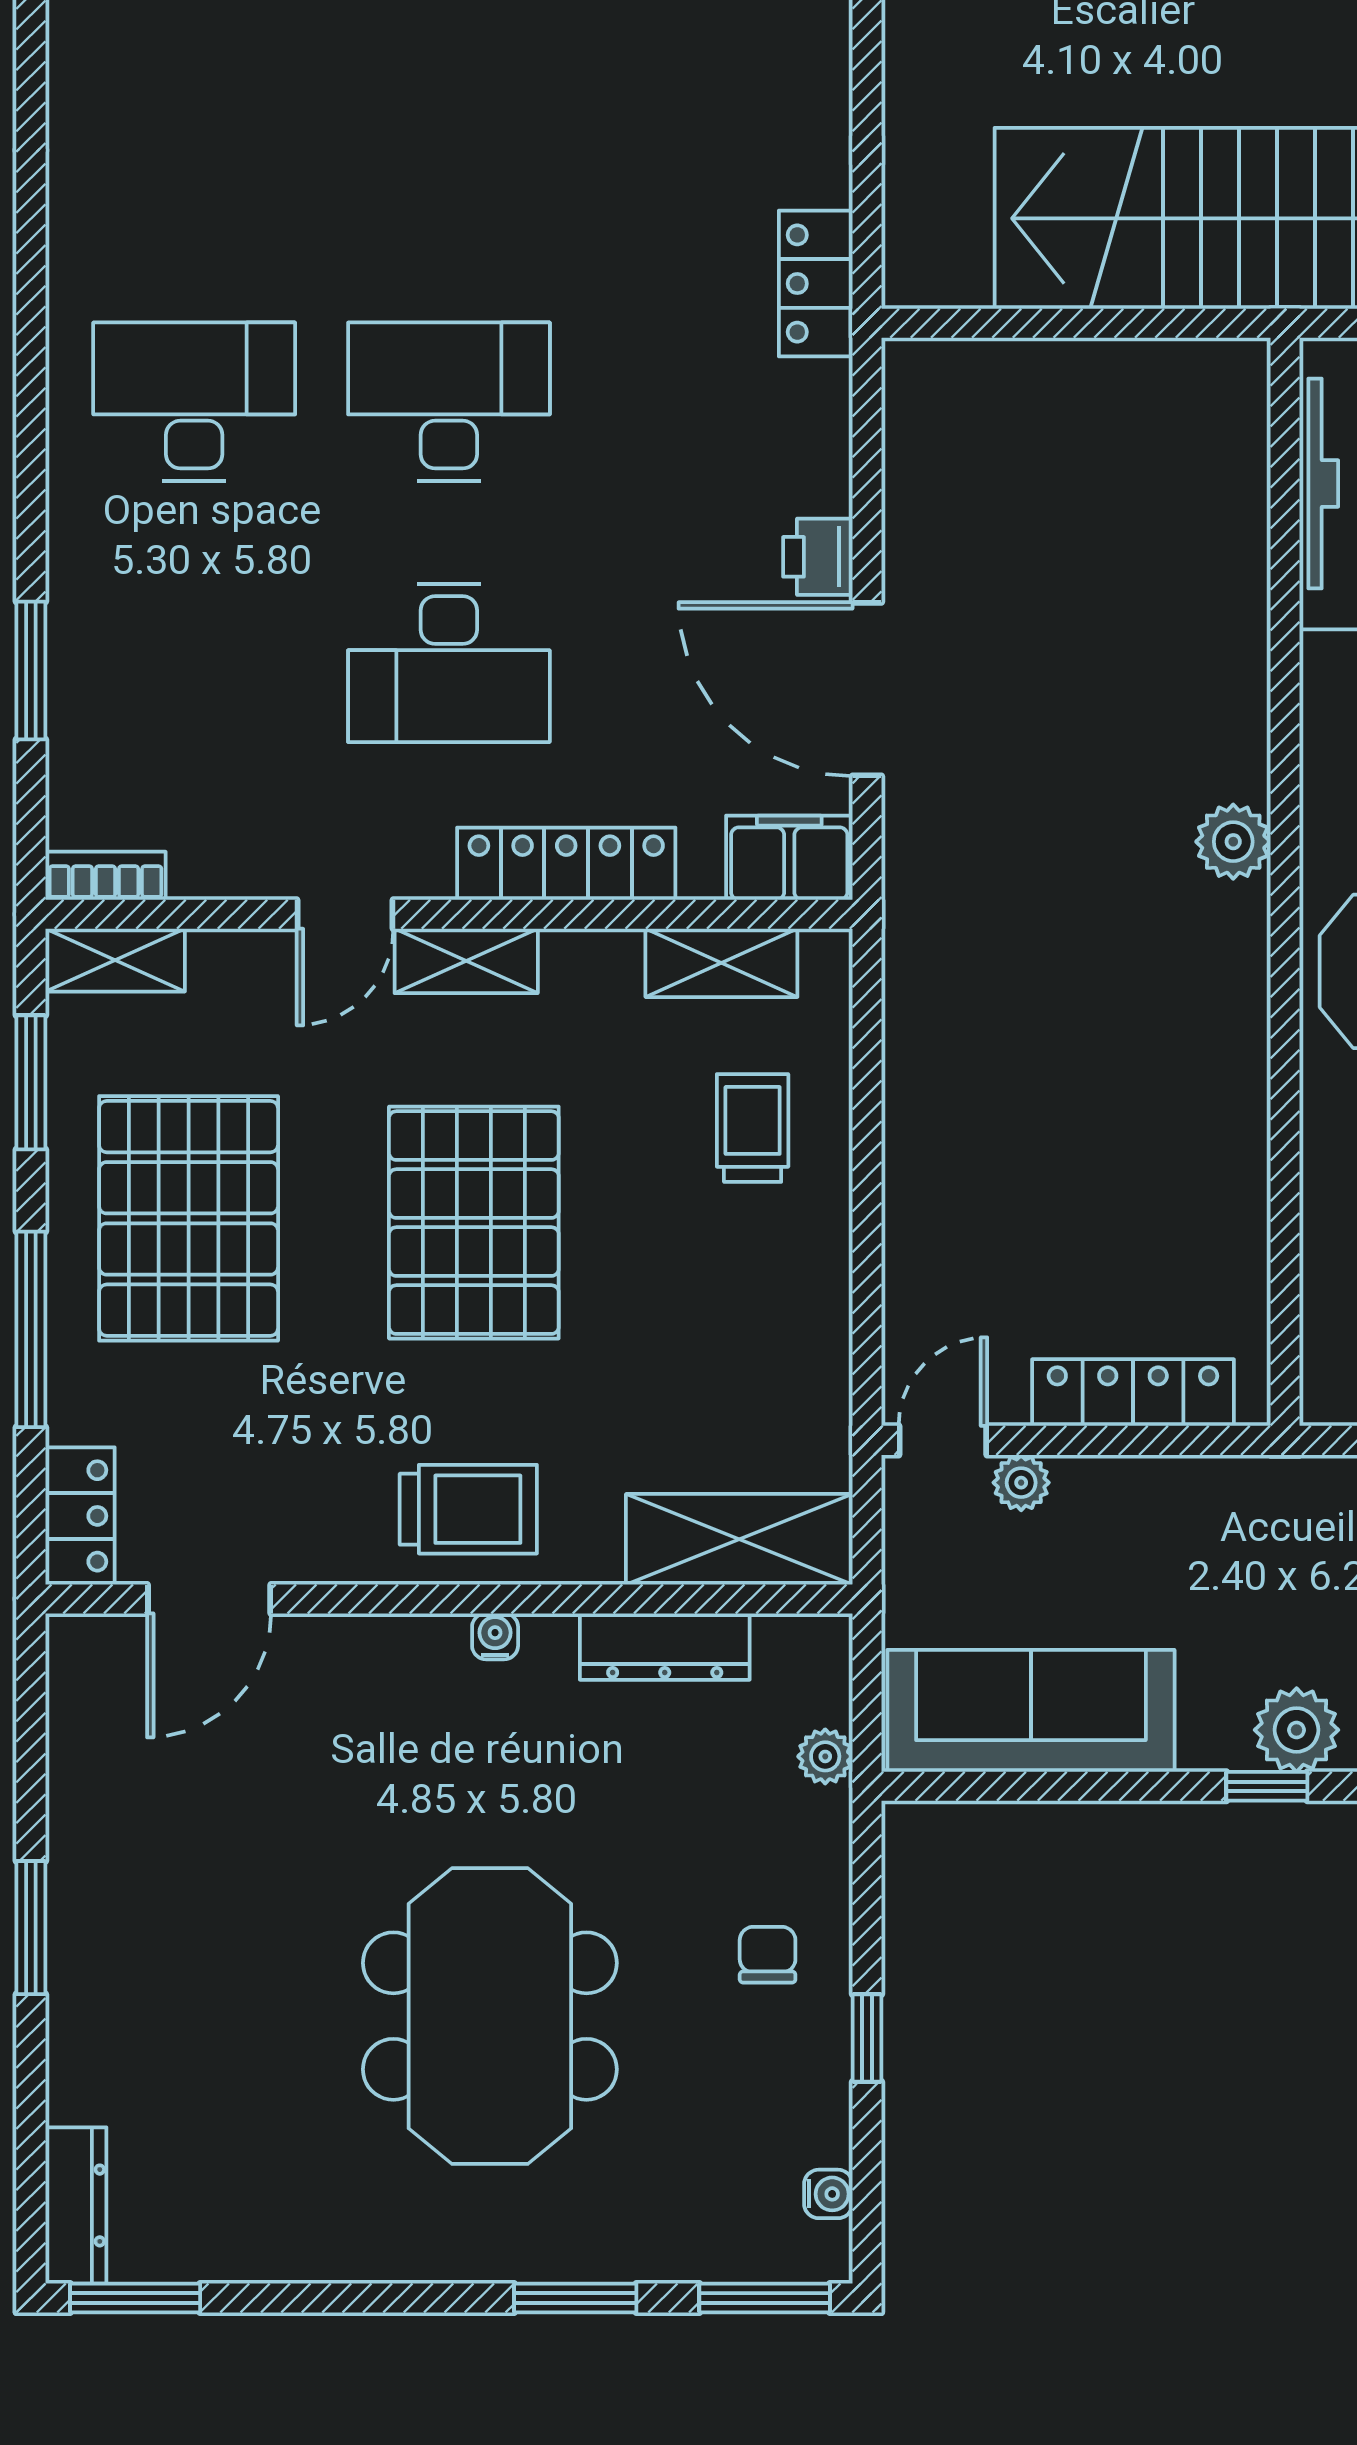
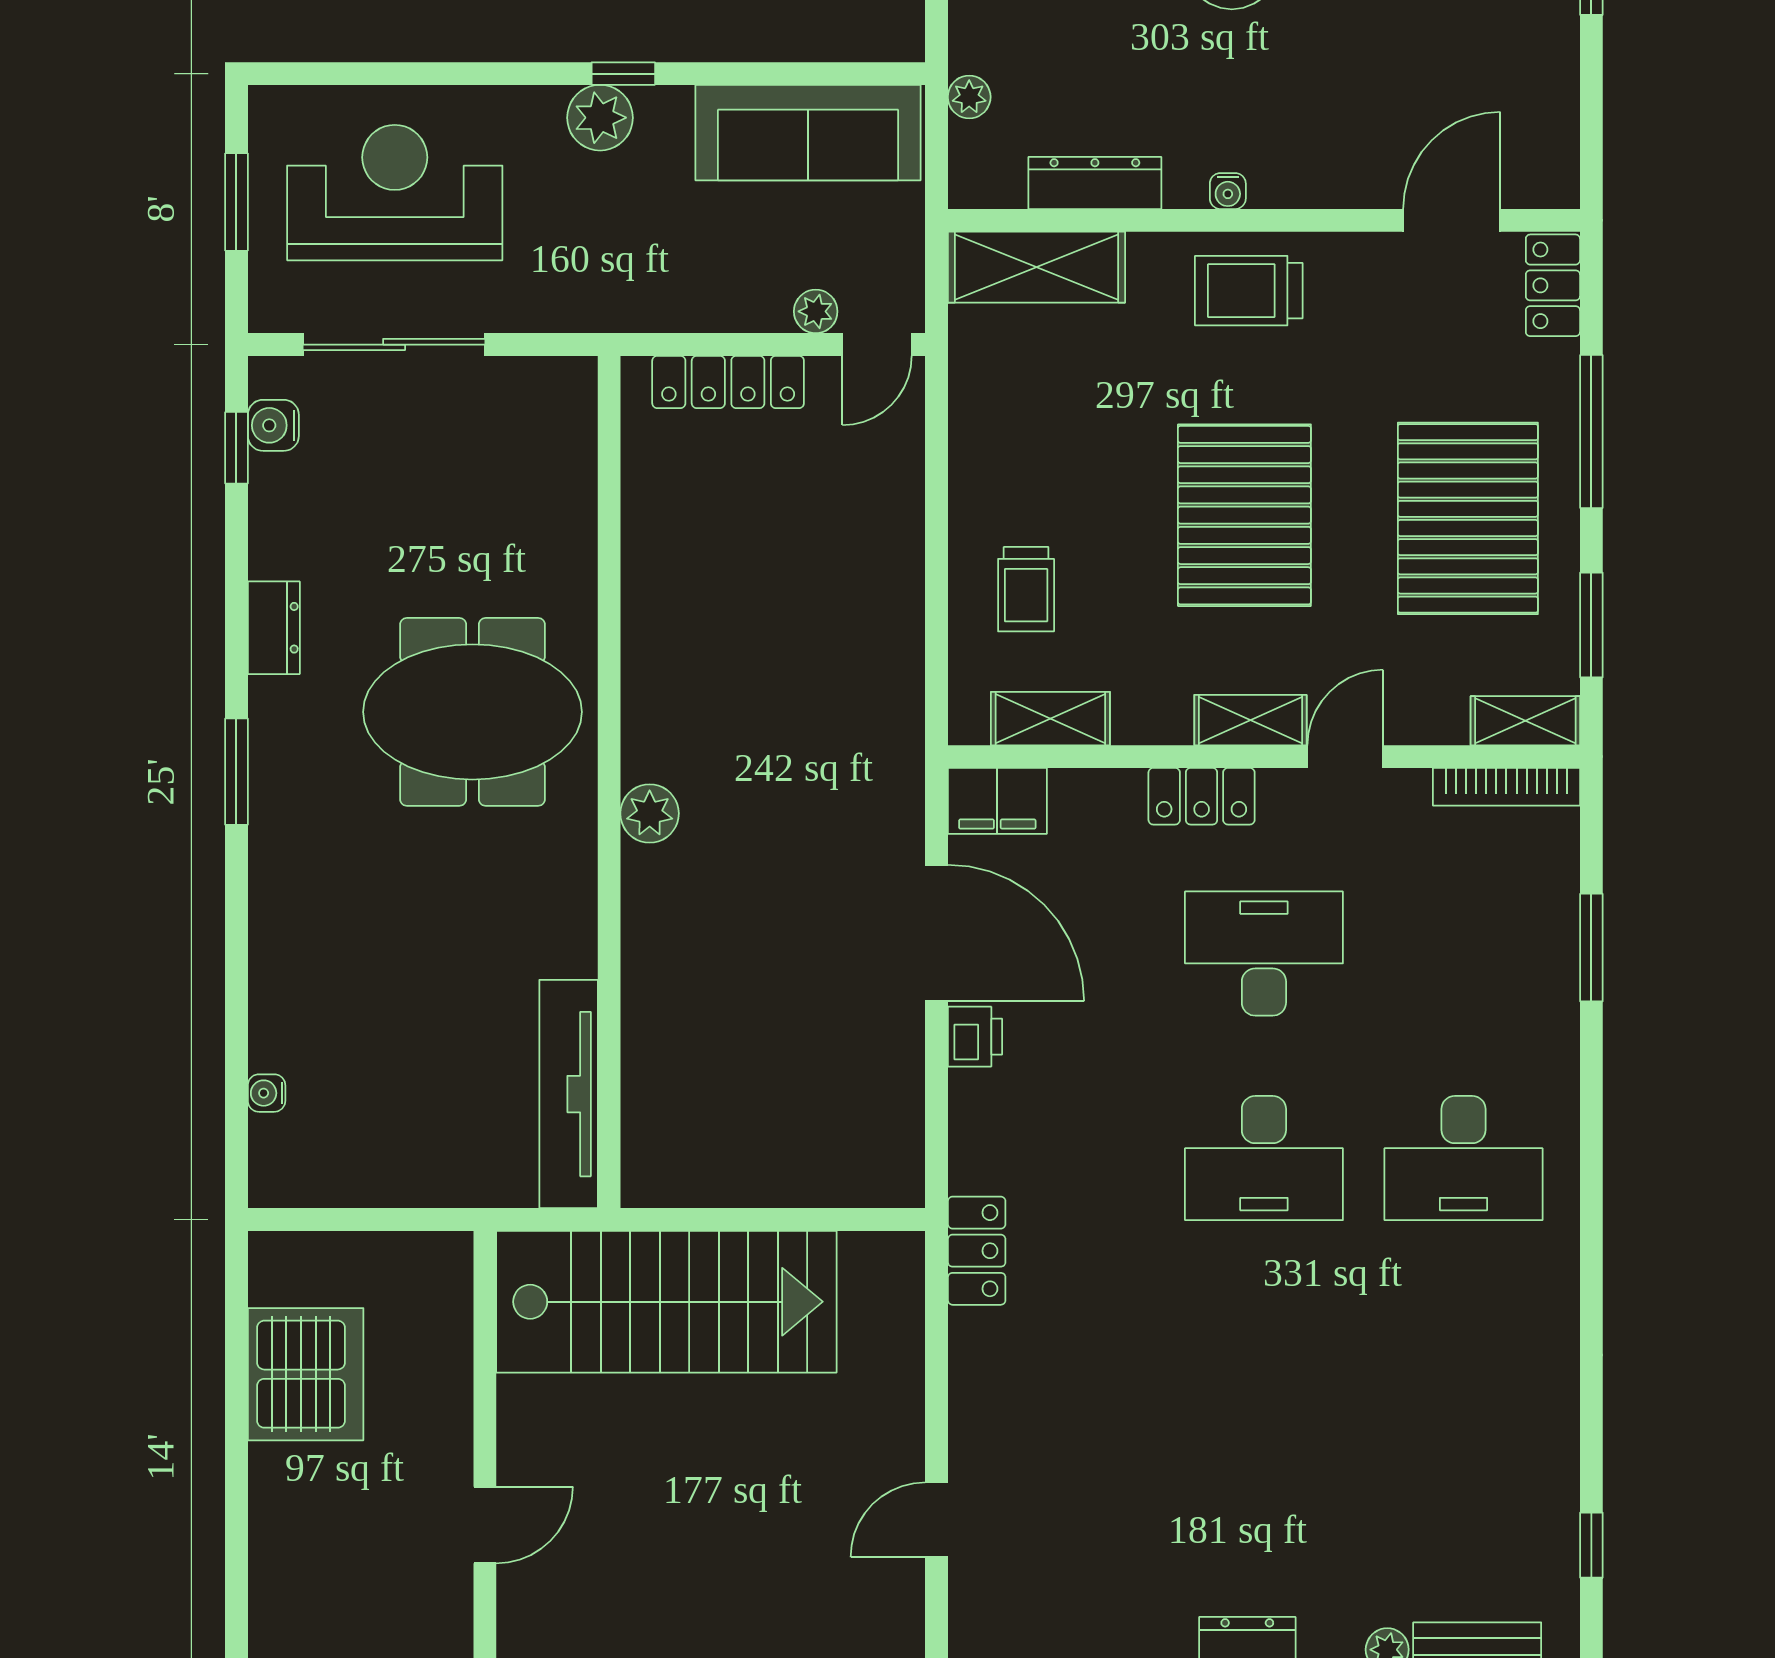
locker: (566, 864) -> (1202, 796), width x0.66
bookcase: (105, 876) -> (1506, 787), width x1.56

